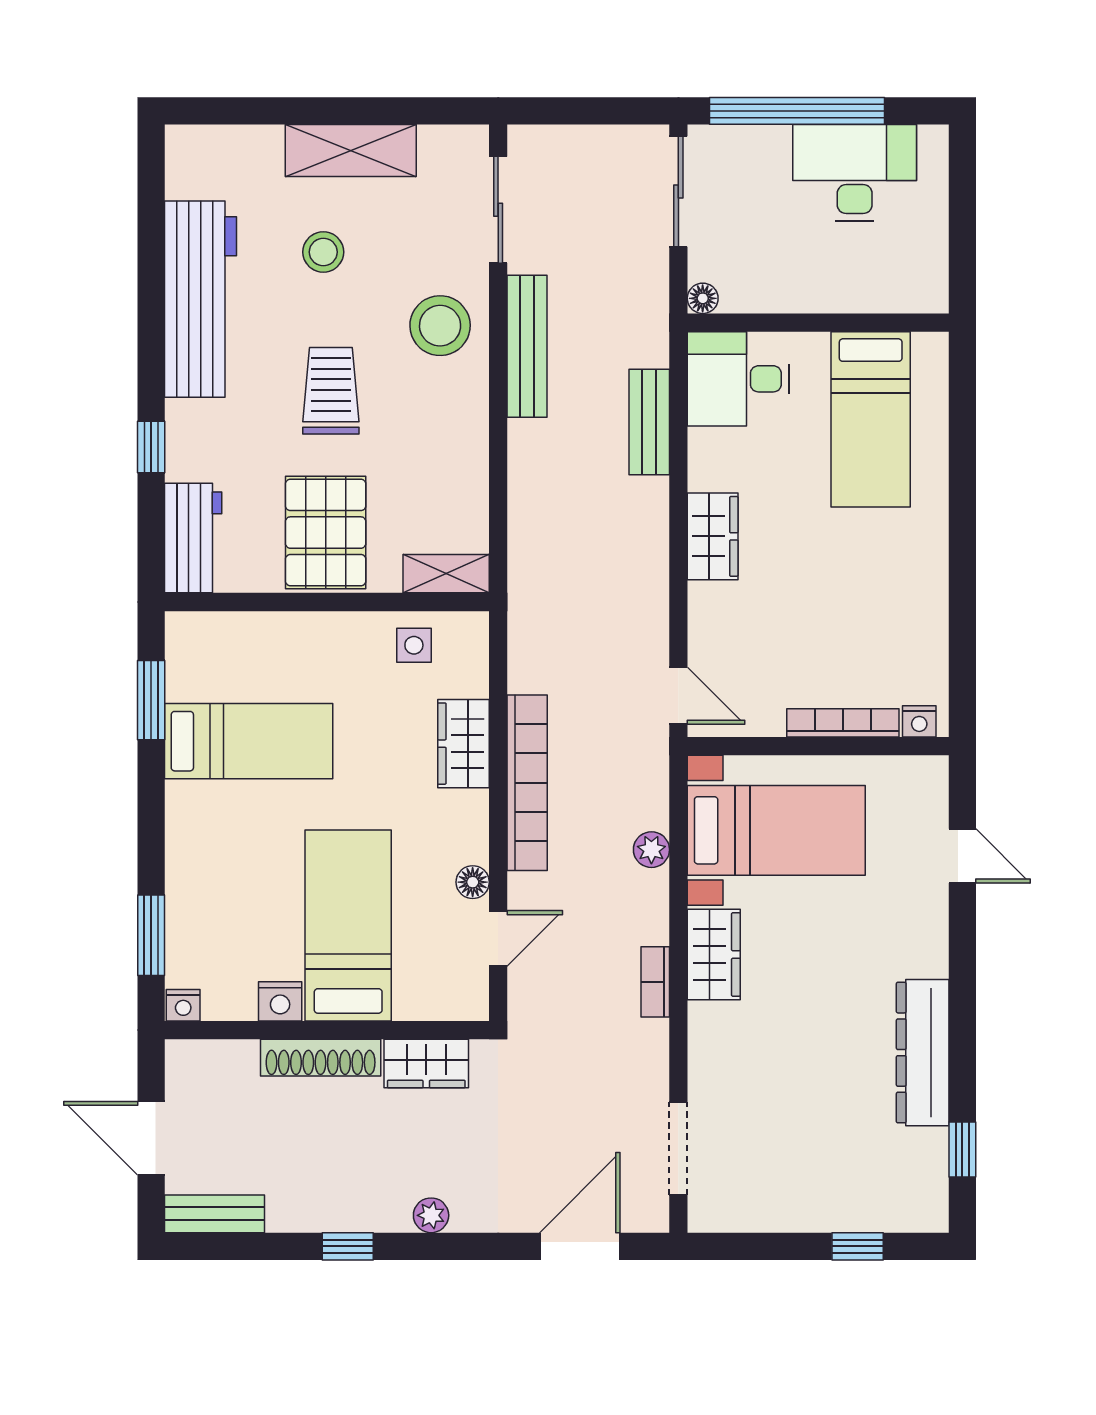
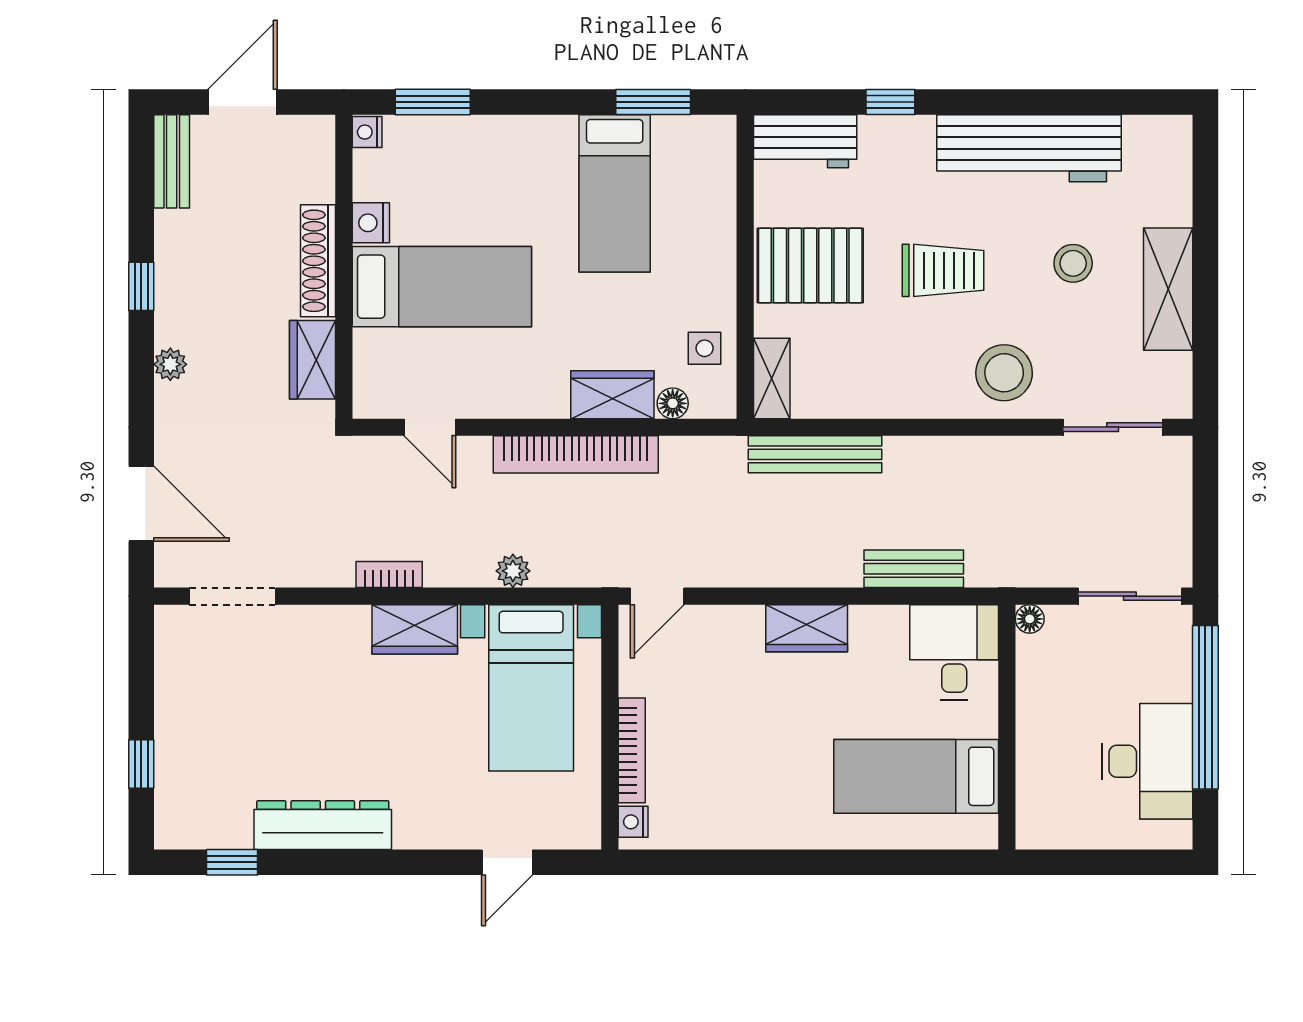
bench: (527, 346) -> (815, 454), moved
floor lamp: (473, 882) -> (673, 403), moved

